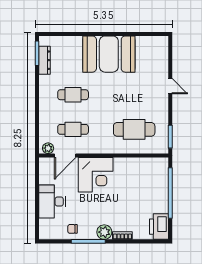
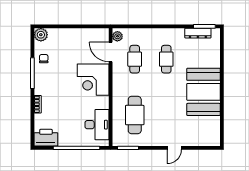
desk: (52, 202) -> (97, 125), moved, turned 90
plant: (104, 232) -> (41, 35), moved

